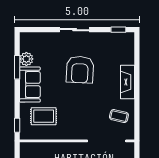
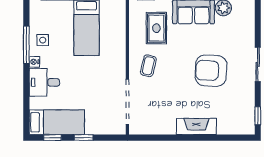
coffee table: (119, 116) -> (148, 66), moved

